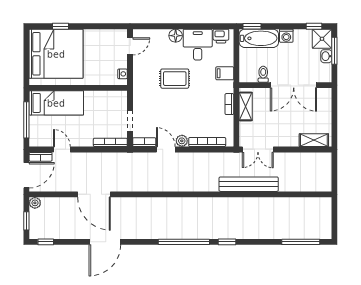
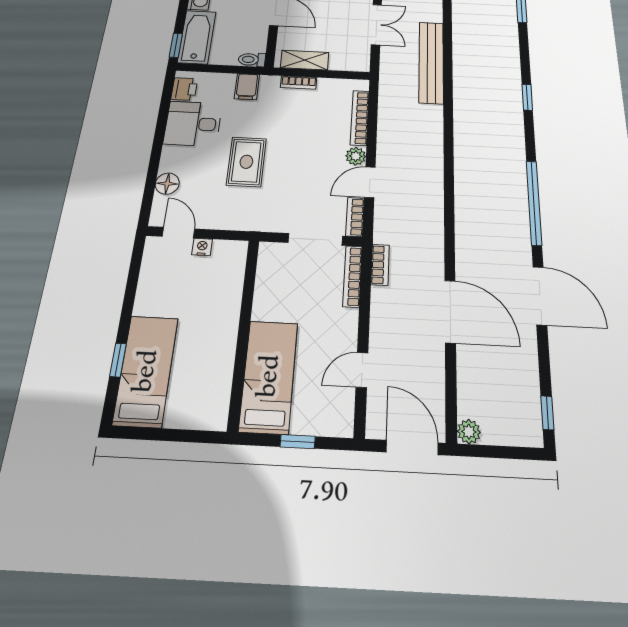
floor lamp: (176, 36) -> (167, 184), moved
bed: (56, 54) -> (146, 371), width x0.49
nightstand: (122, 74) -> (202, 247), moved
toilet: (263, 74) -> (252, 60), moved
window: (26, 120) -> (298, 442), width x0.46
doorway: (130, 121) -> (315, 239), width x1.38
double door: (258, 149) -> (376, 25), moved
bookcase: (41, 157) -> (380, 265), moved
door: (94, 194) -> (450, 311), hinge flipped
window: (26, 221) -> (506, 452), removed
window: (184, 242) -> (534, 203), moved

